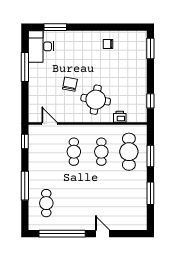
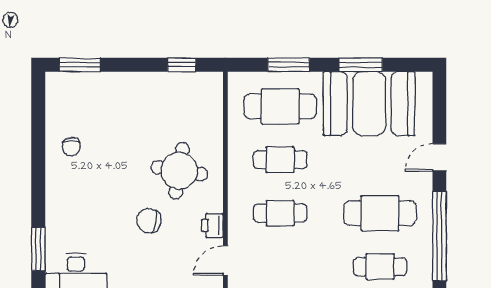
printer: (120, 117) -> (212, 225), moved
booth: (130, 197) -> (369, 104), added
cafe table: (74, 203) -> (380, 213), added

